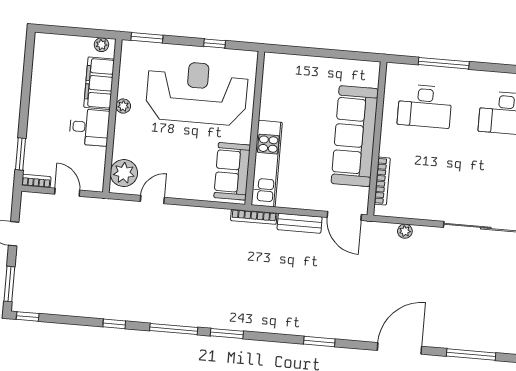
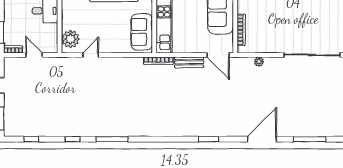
window: (28, 316) -> (31, 139), moved
window: (227, 334) -> (147, 139), removed

